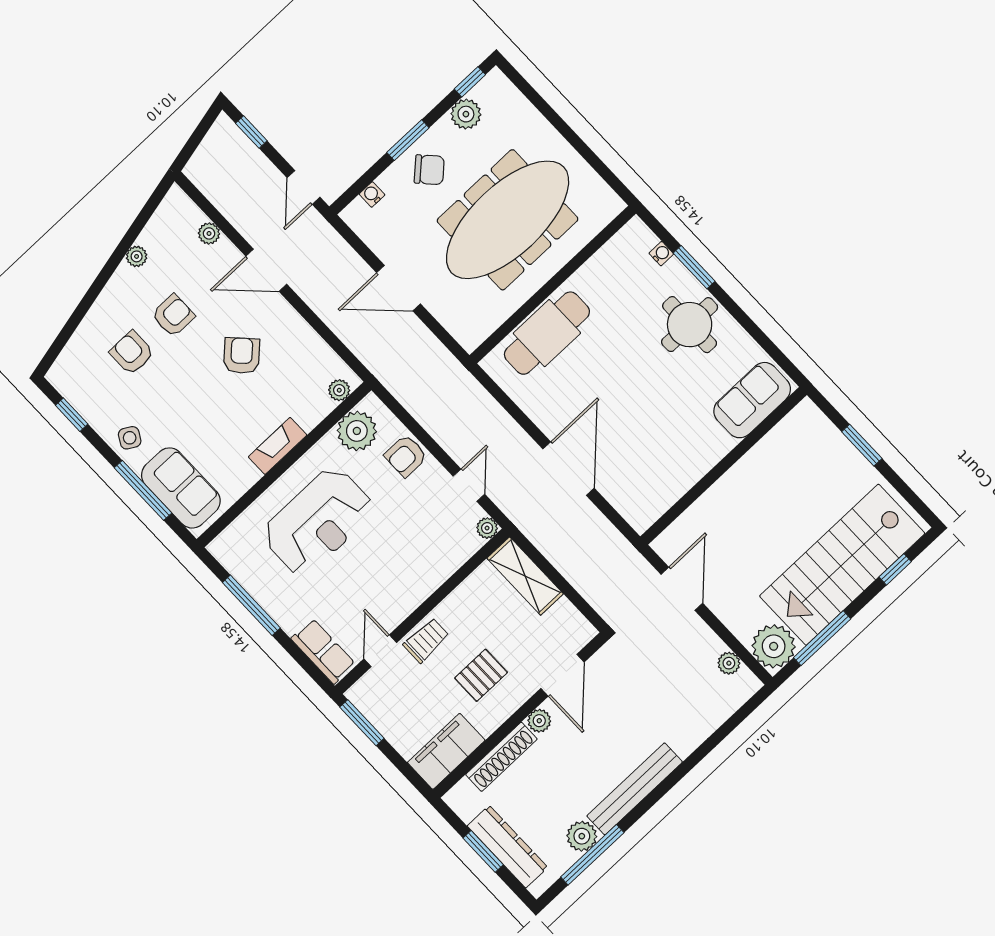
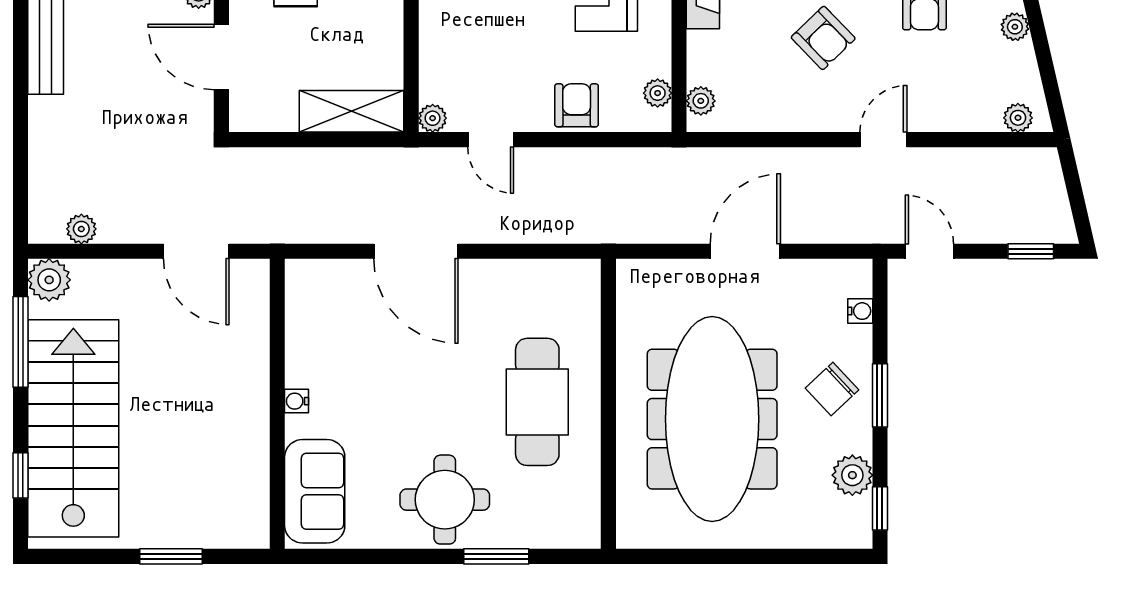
plant: (209, 233) -> (1018, 118), moved
water cooler: (661, 254) -> (297, 401), moved, turned 90
door: (266, 270) -> (883, 140), width x0.73
cafe table: (547, 333) -> (537, 402), moved
plant: (357, 431) -> (658, 93), width x0.53, depth x0.53
plant: (774, 646) -> (49, 280), width x0.73, depth x0.73

